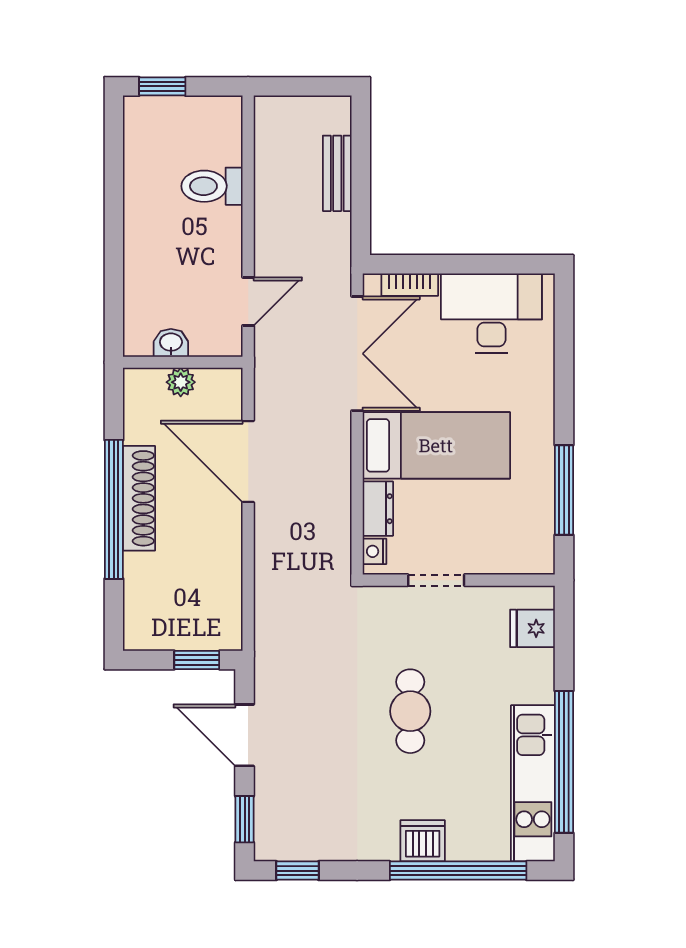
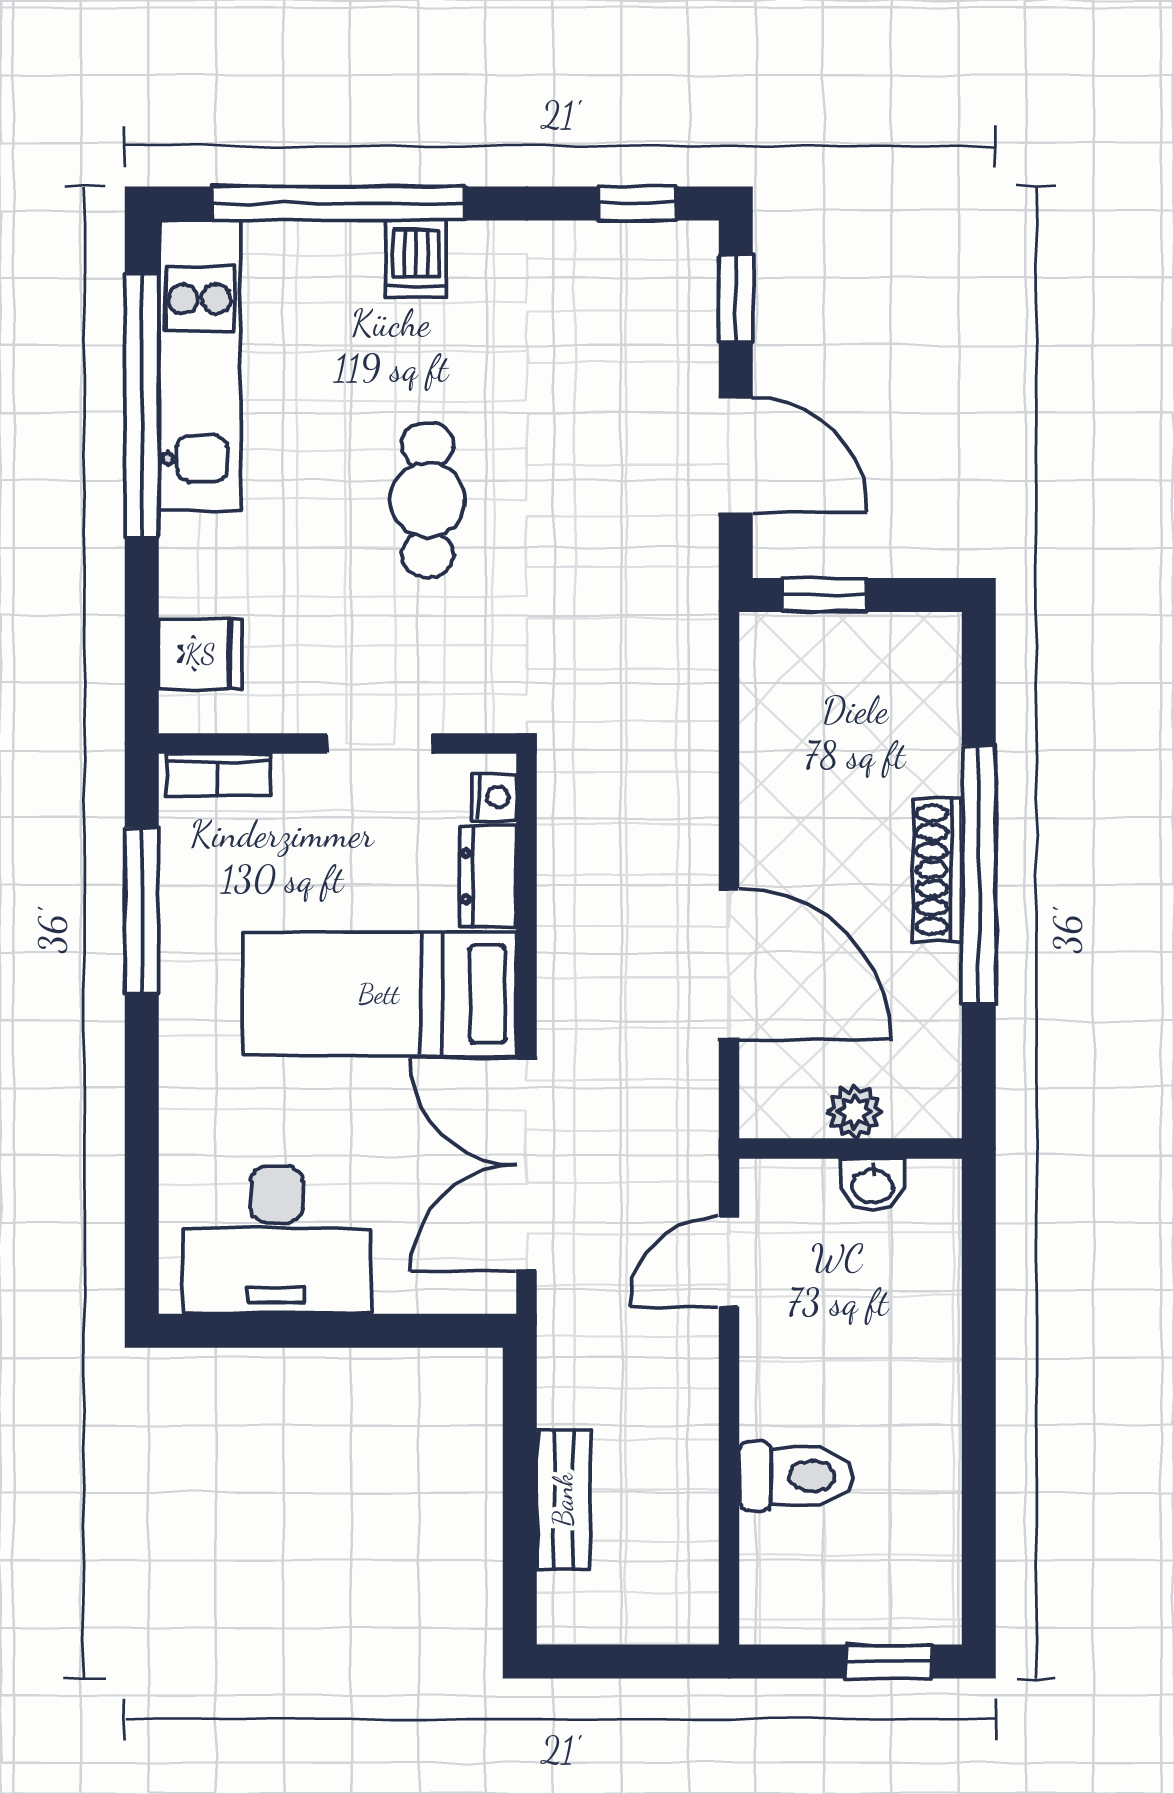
bookcase: (410, 285) -> (218, 775), moved, turned 180
shoe rack: (139, 498) -> (938, 870), width x0.74, depth x0.81
dishwasher: (423, 841) -> (416, 259), width x0.73

